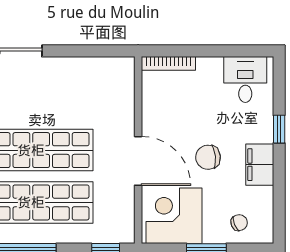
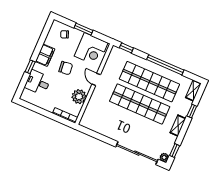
desk: (245, 80) -> (38, 82), moved, turned 90
plant: (157, 112) -> (79, 97), added
door: (138, 161) -> (96, 79), width x0.53

